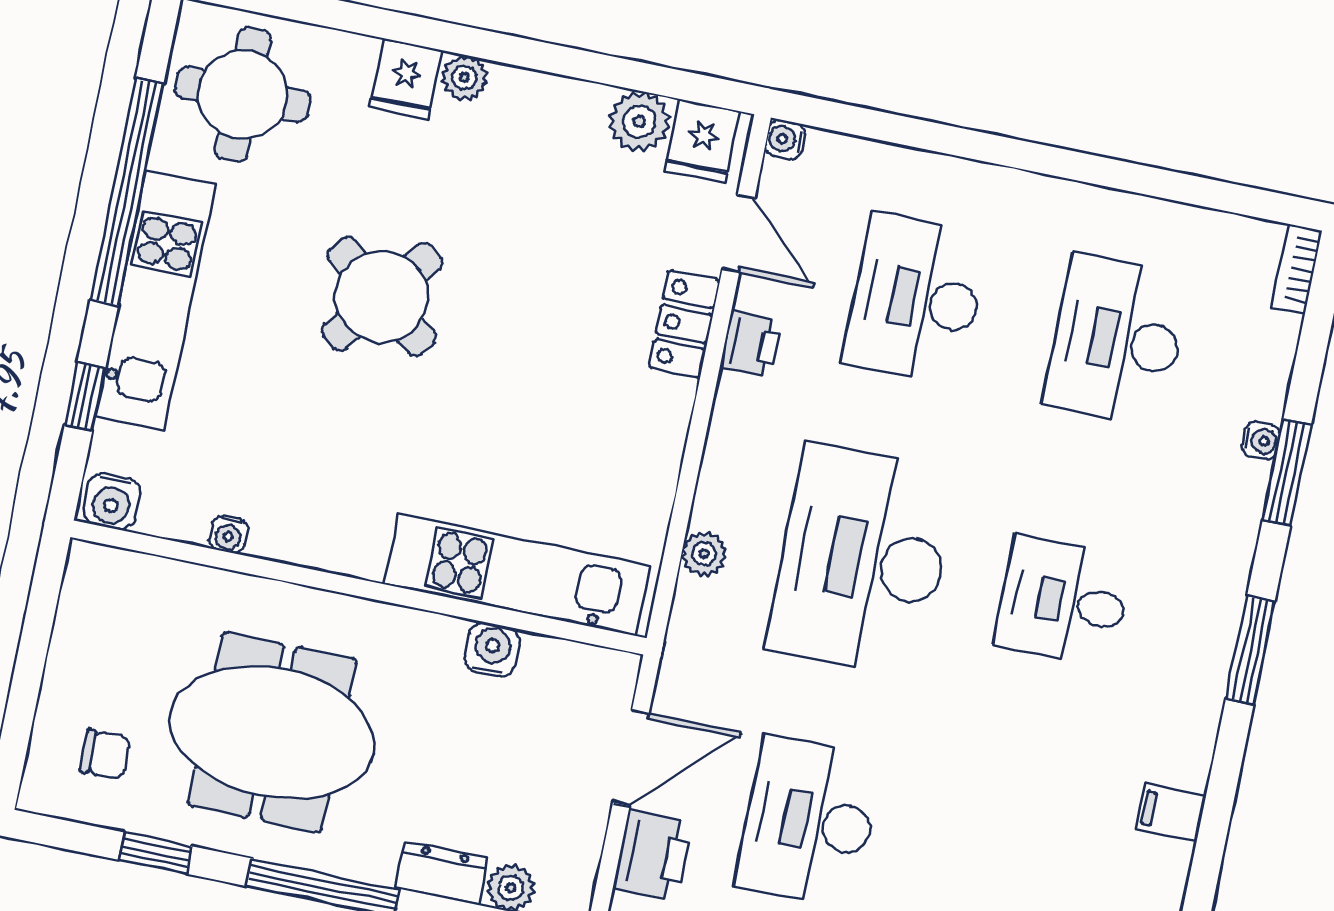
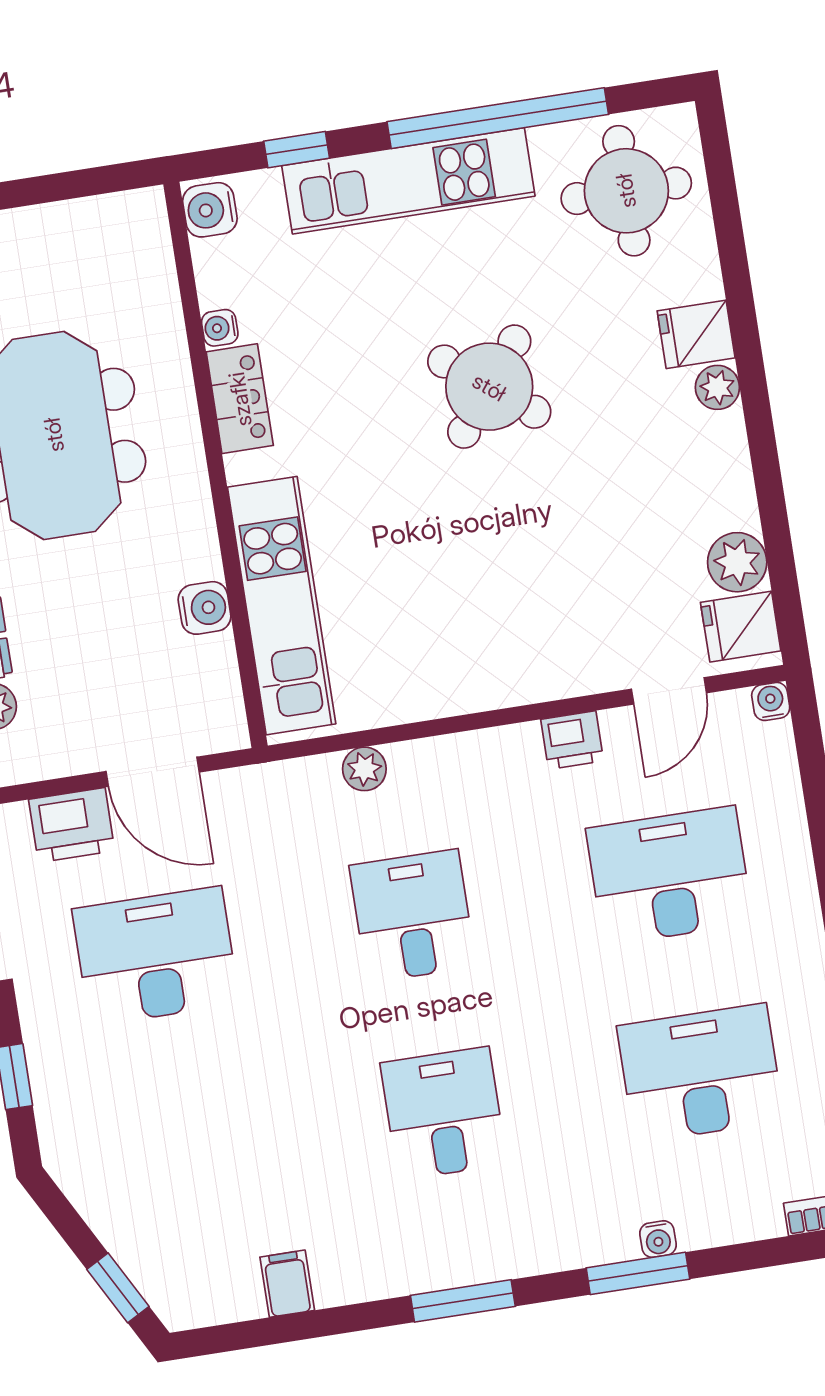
locker: (684, 324) -> (240, 399), moved, turned 90
desk: (863, 560) -> (413, 916), width x0.53, depth x0.77

